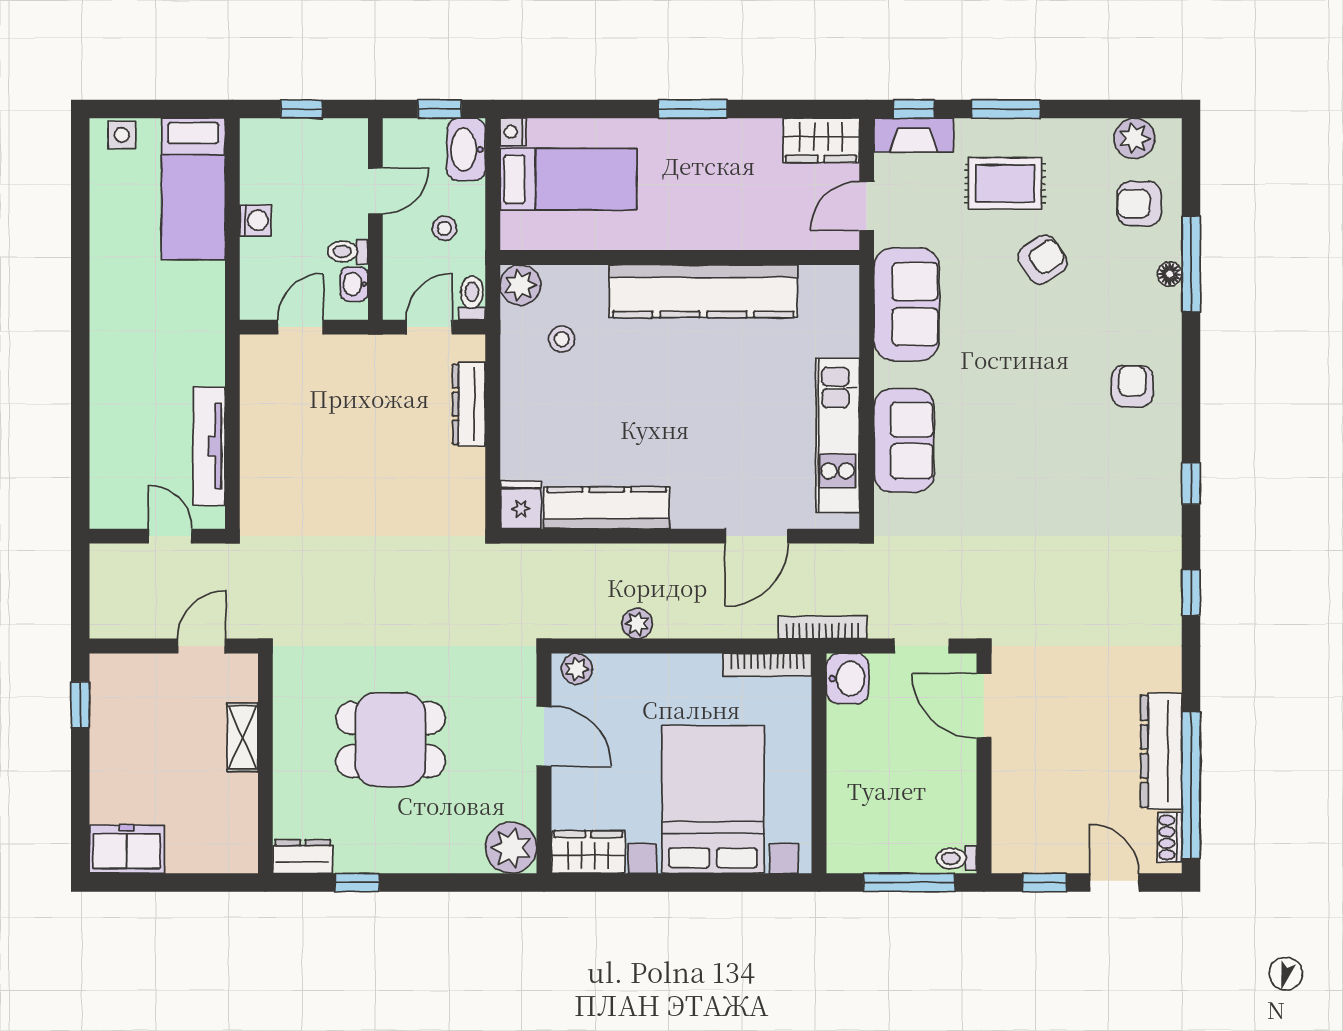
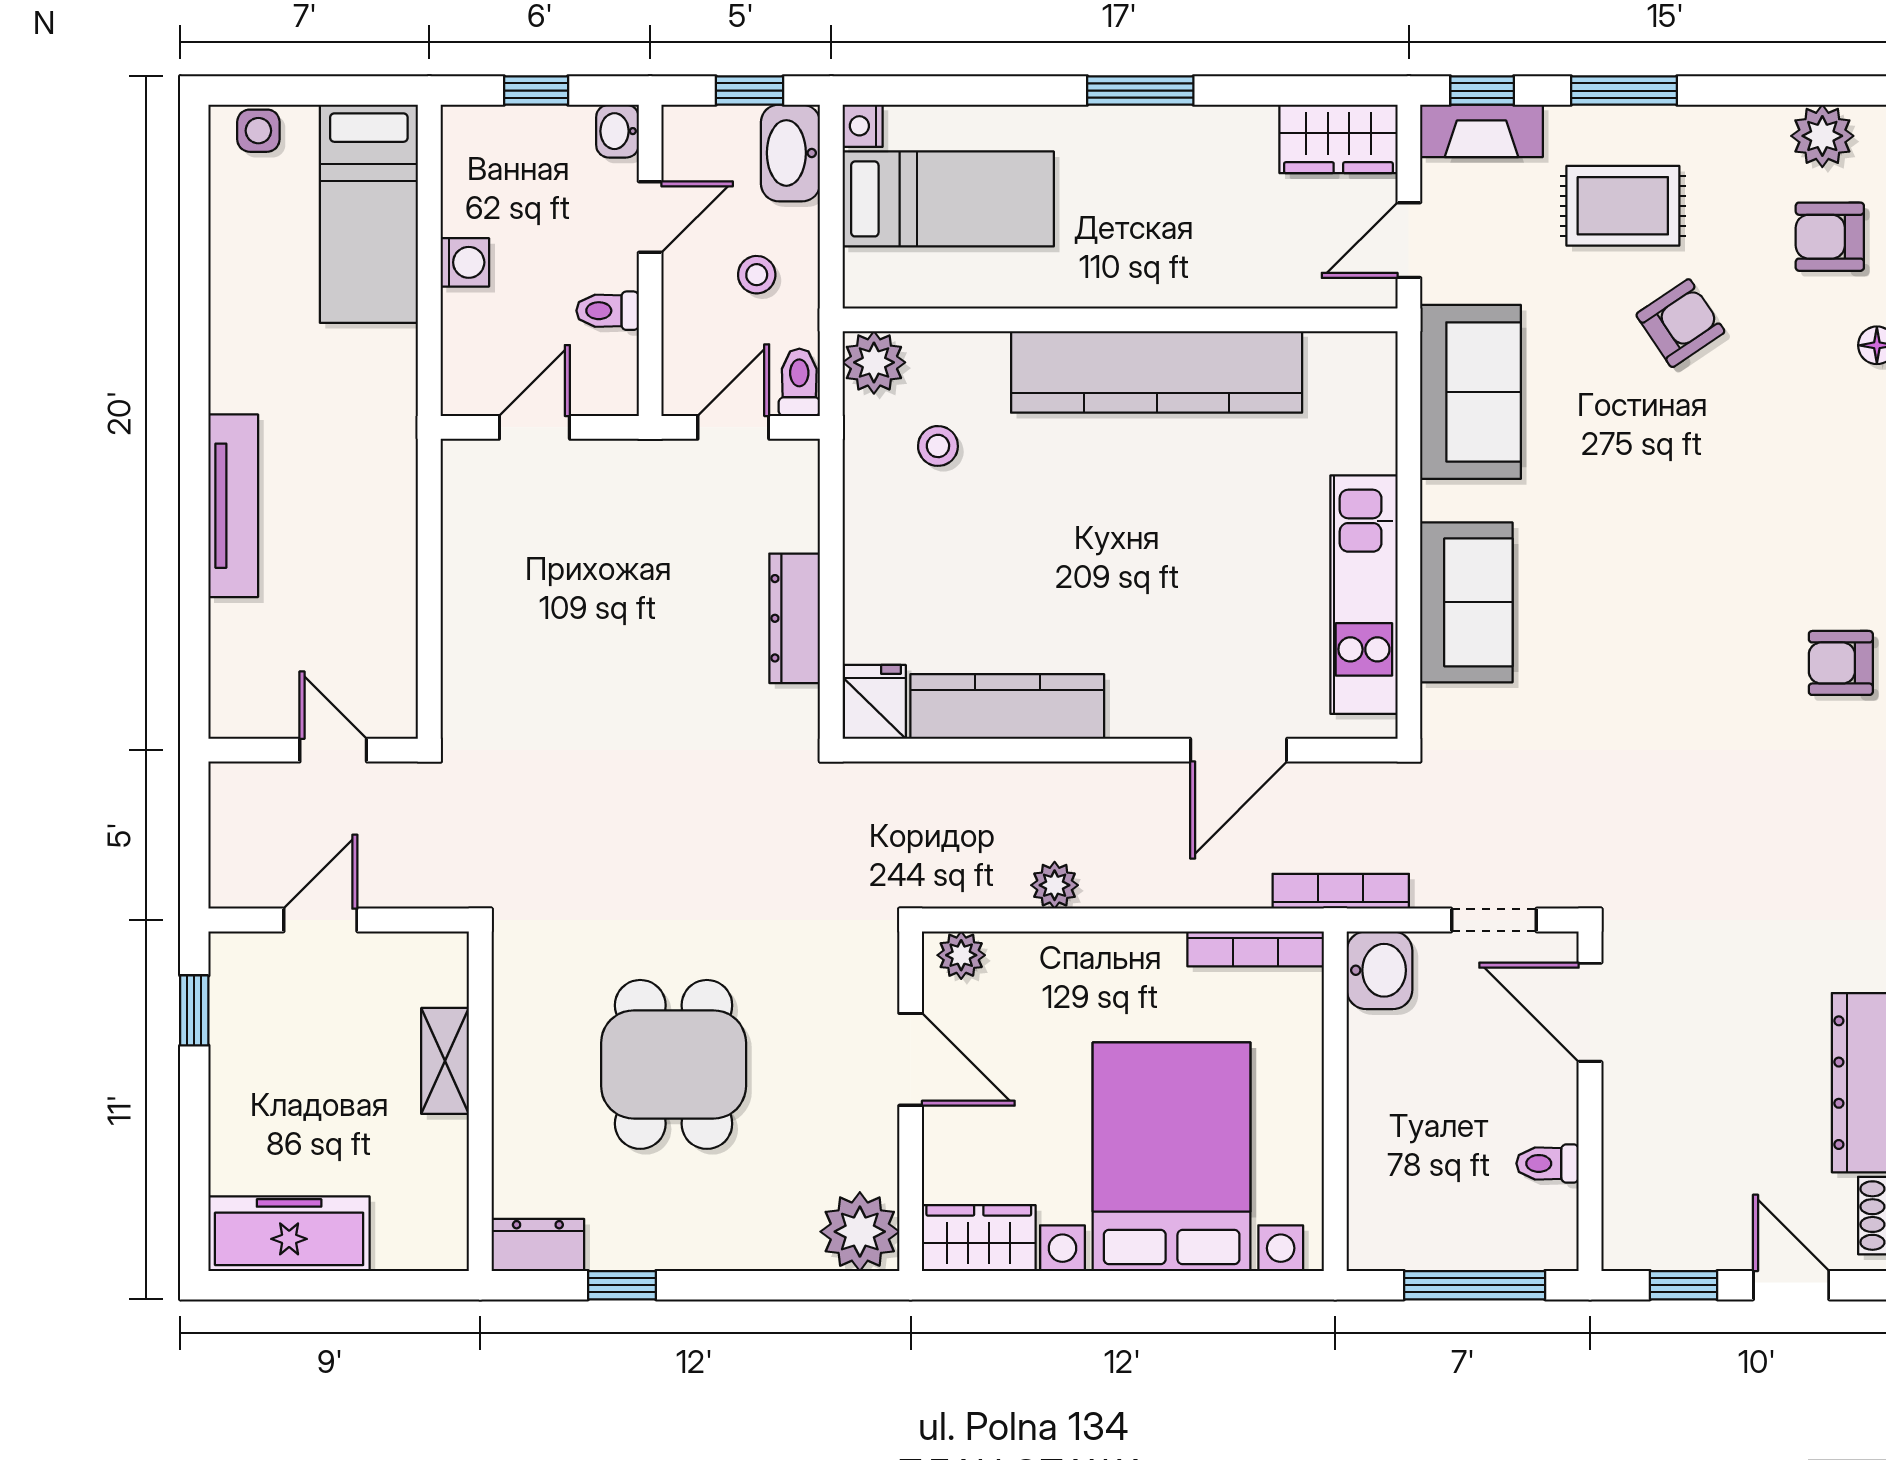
washbasin: (354, 284) -> (617, 131), moved
armchair: (1132, 386) -> (1841, 663), moved, turned -90
dresser: (469, 404) -> (795, 618), moved
tv unit: (209, 446) -> (233, 506), moved, turned 180
door: (202, 646) -> (320, 920), moved
dining table: (391, 740) -> (674, 1064), turned 90
freezer: (127, 849) -> (289, 1234), width x1.40
toilet: (956, 858) -> (1548, 1163), moved

